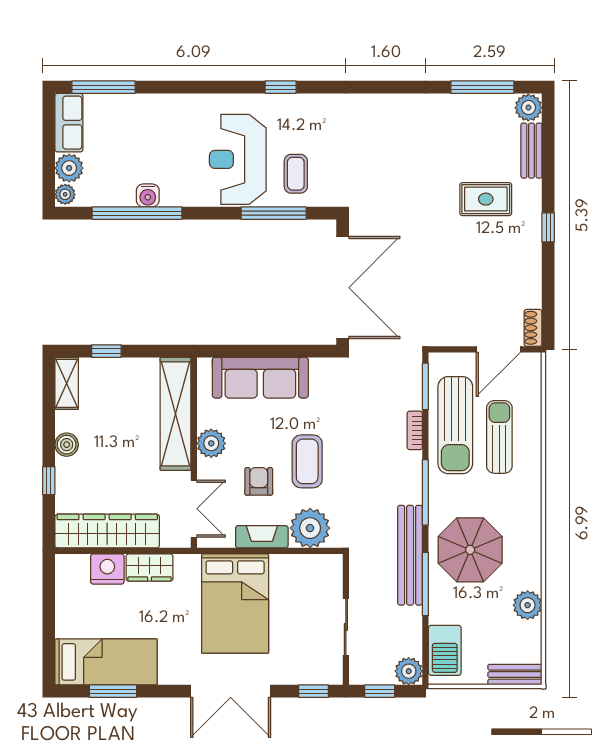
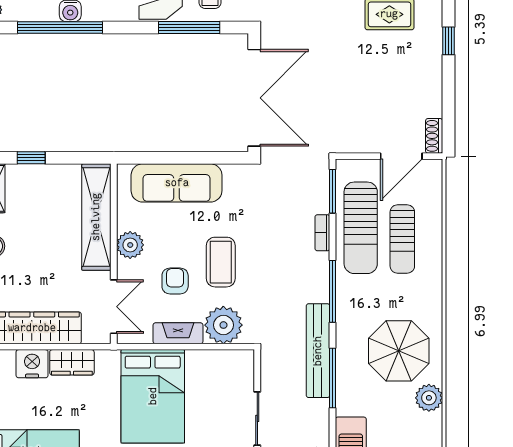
sun lounger: (499, 437) -> (402, 239), turned 180
parasol: (470, 550) -> (399, 351), moved

